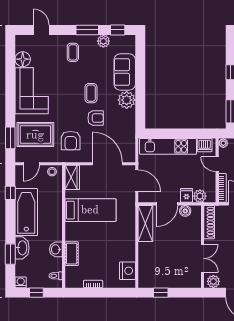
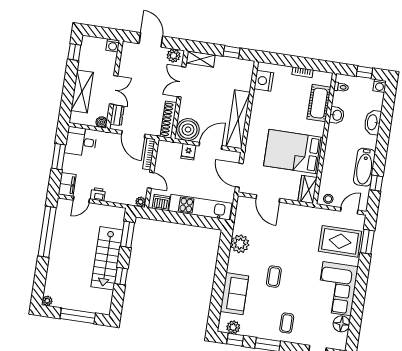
plant: (103, 41) -> (233, 327), moved
plant: (127, 100) -> (240, 244), moved
armchair: (96, 118) -> (273, 249), removed
armchair: (71, 141) -> (303, 229), removed
door: (107, 164) -> (268, 198), width x0.73
plant: (200, 196) -> (174, 149), removed
bed: (90, 210) -> (293, 152), width x1.50
boiler: (185, 211) -> (188, 130), width x1.86, depth x1.86
bathtub: (26, 212) -> (364, 167), width x0.73, depth x0.73
shelving: (145, 224) -> (238, 119), width x1.47
window: (10, 254) -> (386, 118), removed
cot: (72, 254) -> (319, 103), width x1.37, depth x1.34
shelving: (188, 282) -> (201, 59), added

